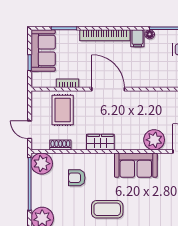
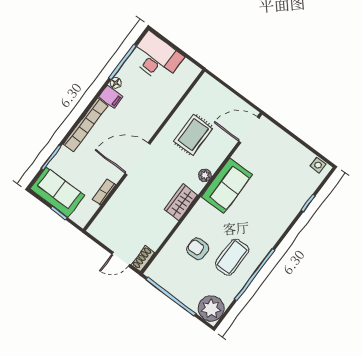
rug: (63, 110) -> (193, 135), moved, turned 90
plant: (154, 140) -> (205, 175), moved, width x0.53, depth x0.53
shoe rack: (60, 145) -> (143, 259), moved
plant: (42, 164) -> (160, 271), removed
armchair: (77, 178) -> (198, 249), turned 90
coffee table: (107, 209) -> (232, 257), moved

